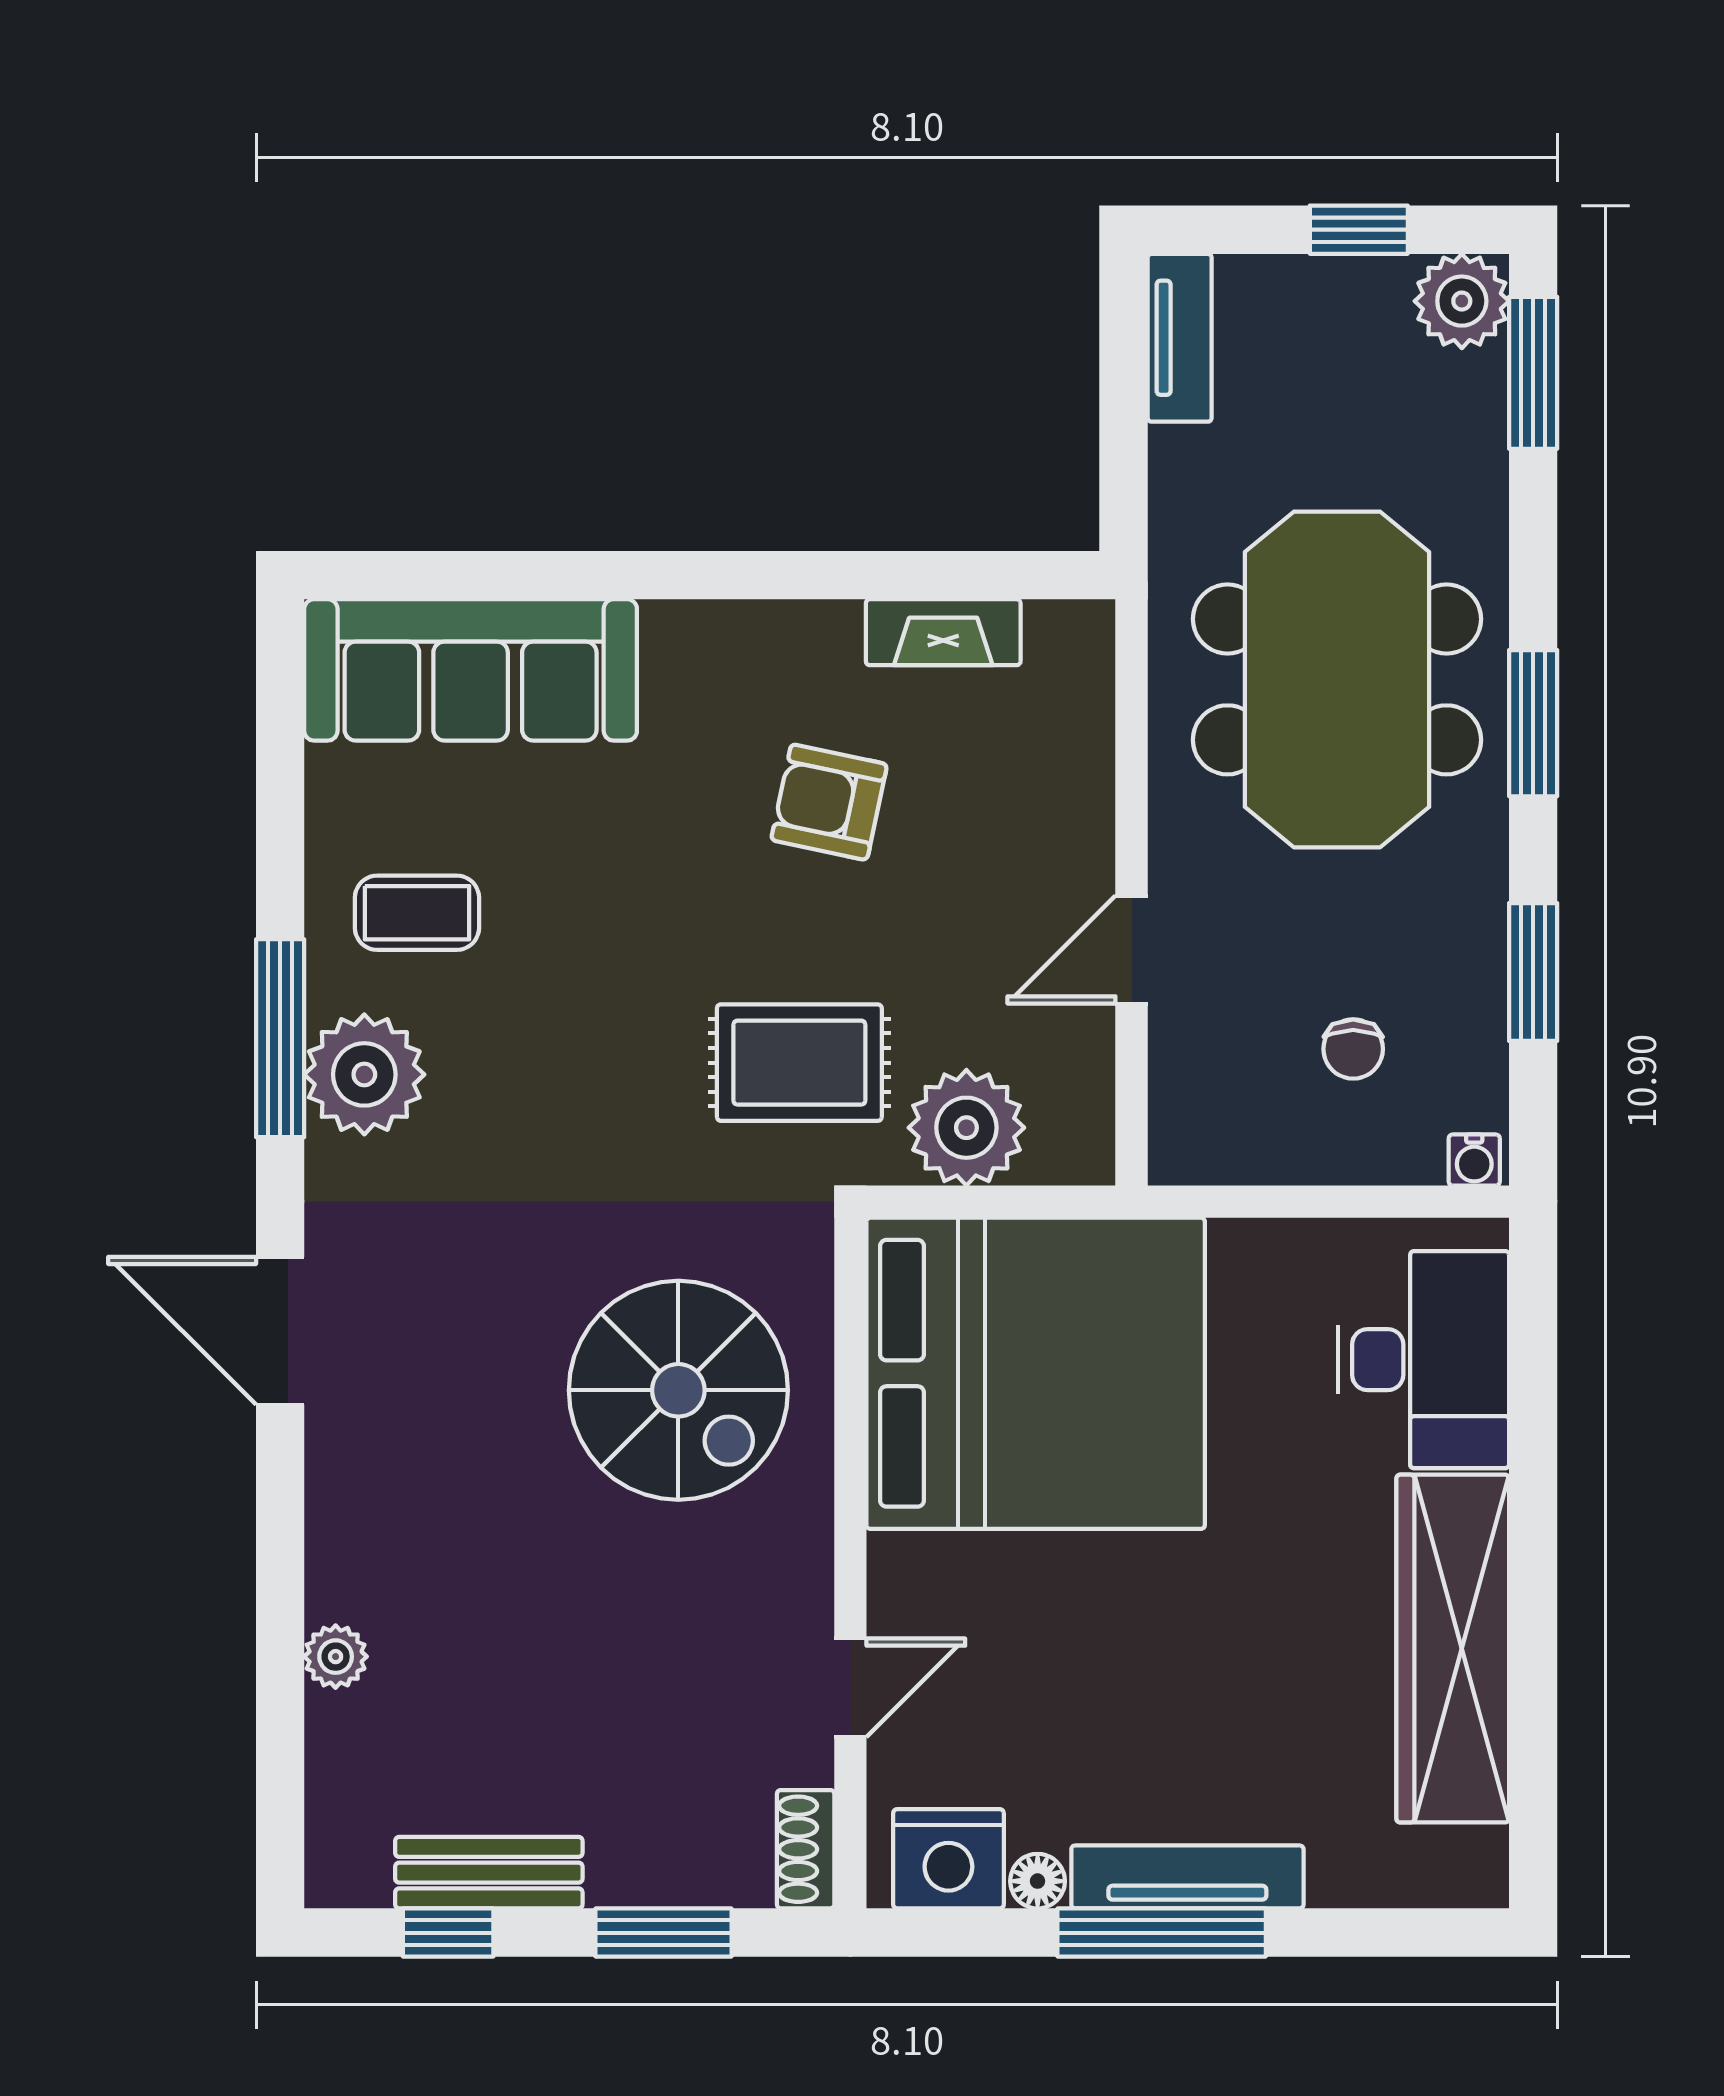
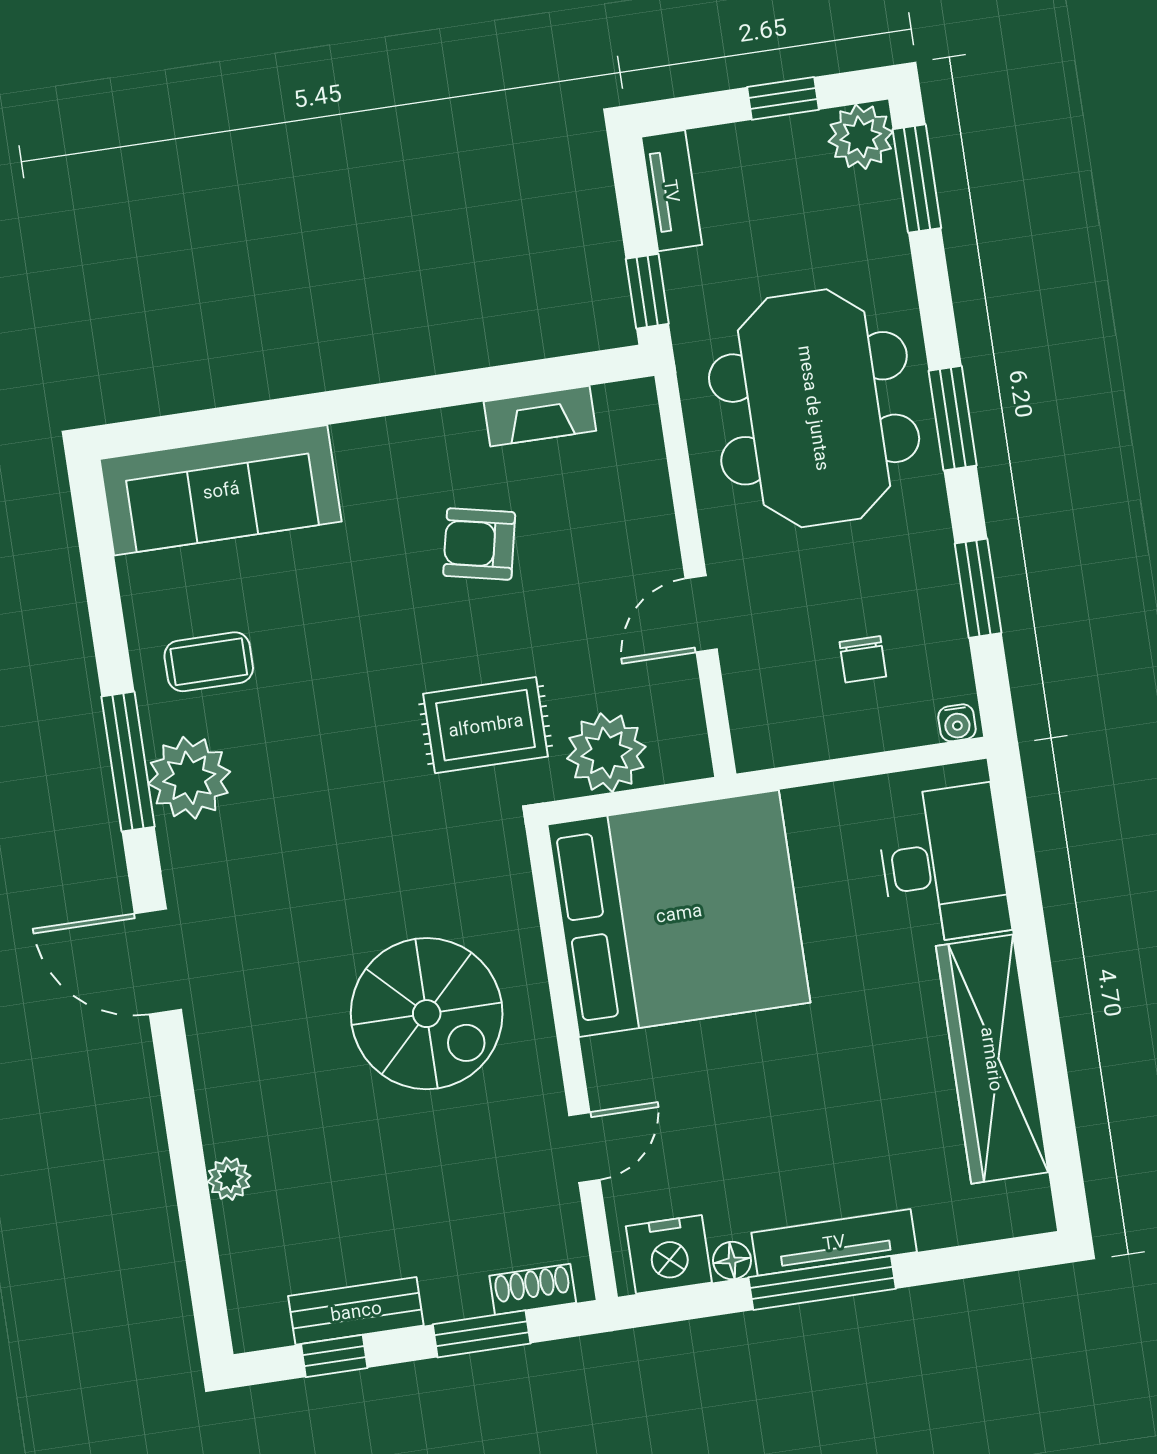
window: (1123, 476) -> (647, 291), added
spiral stairs: (678, 1390) -> (427, 1014), moved
shoe rack: (806, 1849) -> (533, 1289), moved, turned 90

